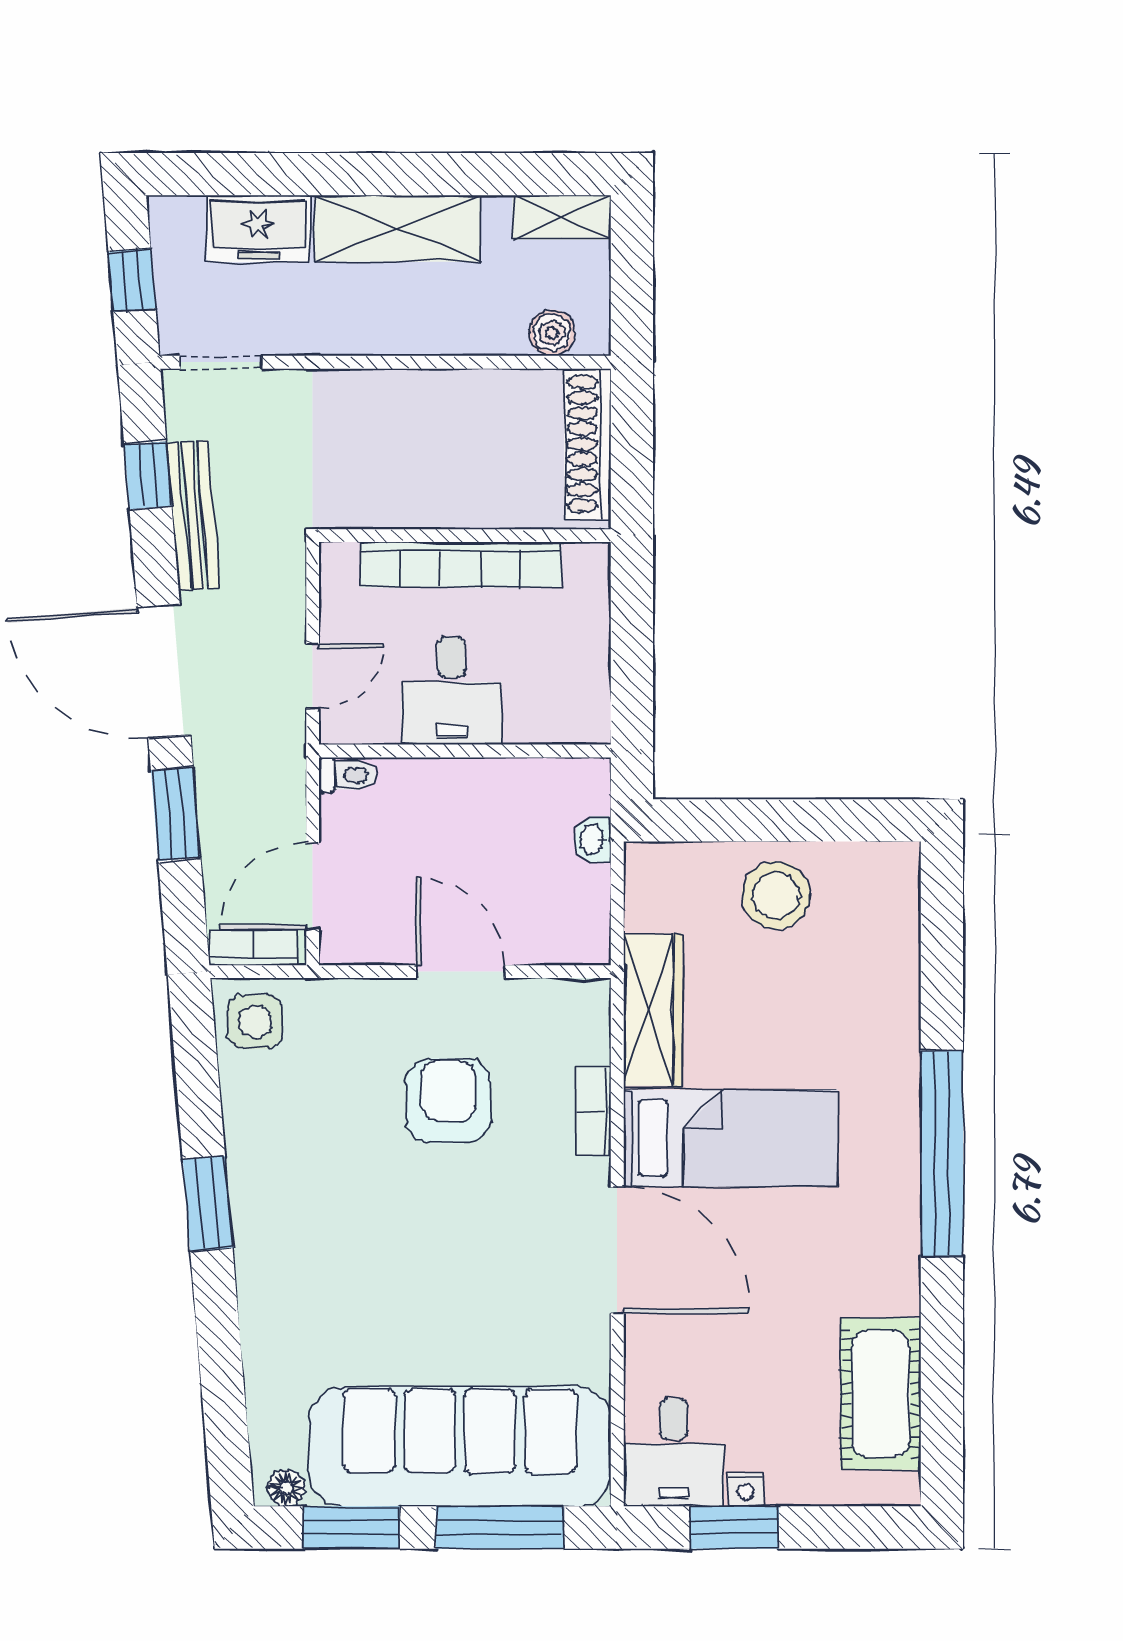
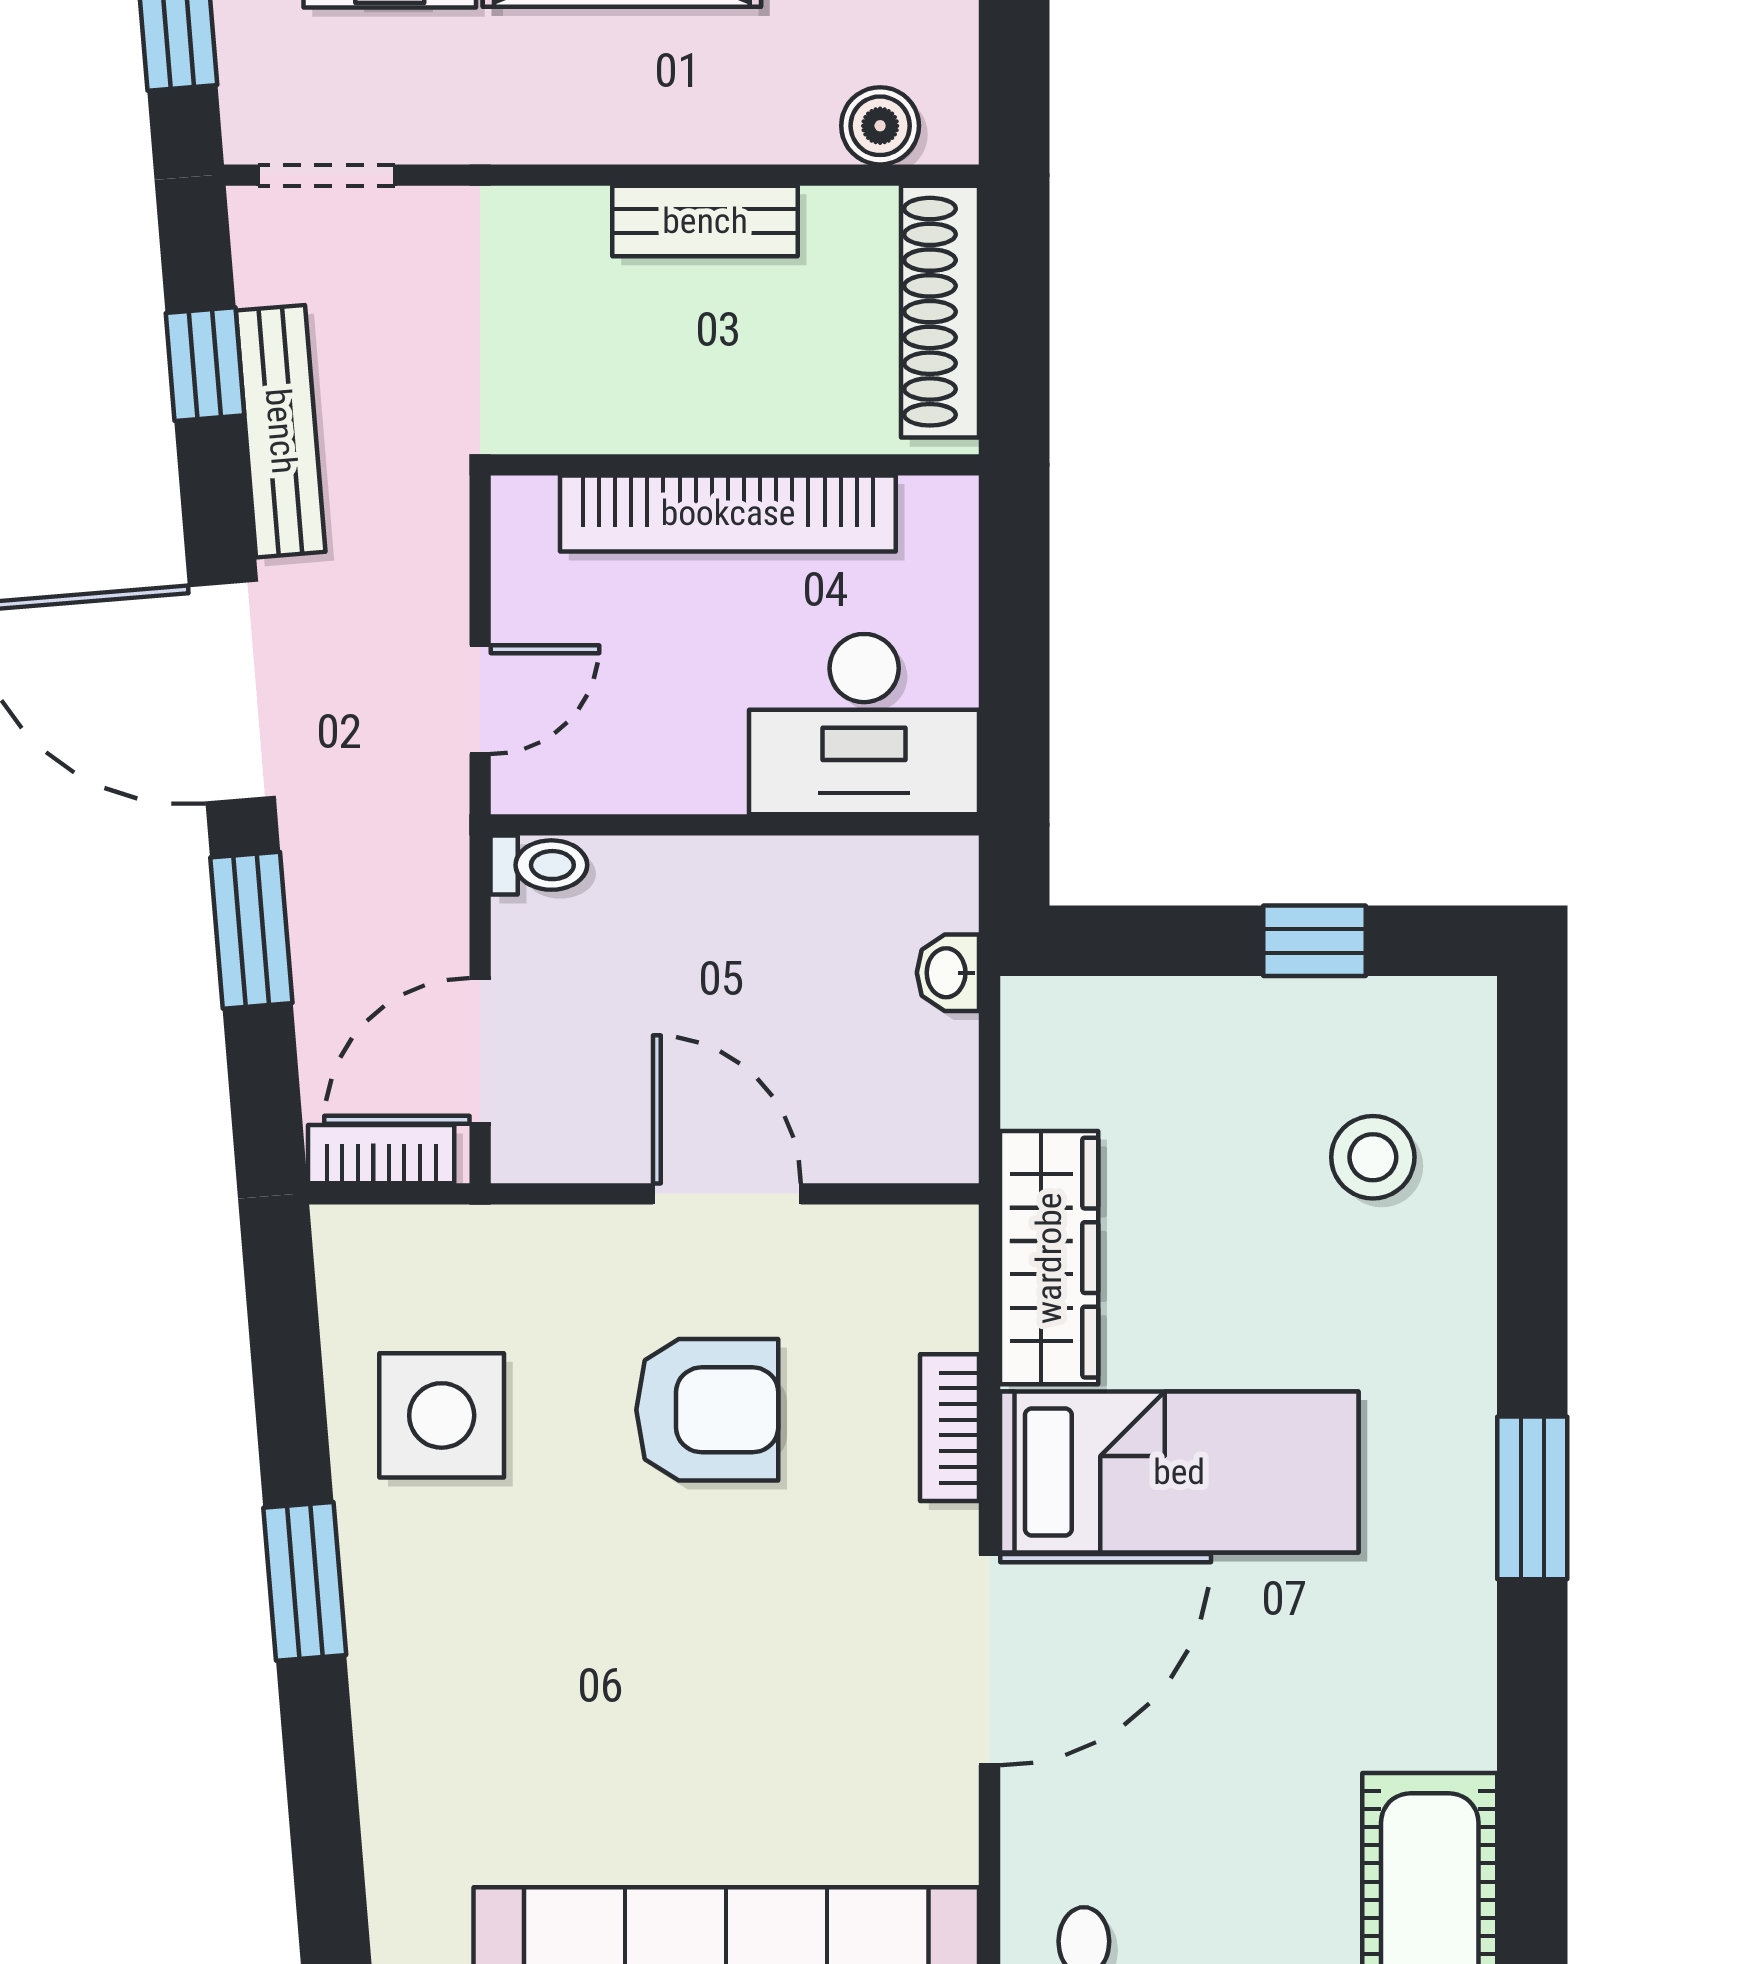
bench: (447, 390) -> (705, 221), added
desk: (452, 691) -> (864, 724), moved, width x1.37
window: (812, 820) -> (1315, 941), added
stool: (776, 895) -> (1373, 1157), moved, width x0.73, depth x0.73
side table: (255, 1022) -> (442, 1415), moved, width x1.37, depth x1.37
armchair: (448, 1101) -> (707, 1410), turned 90
window: (942, 1154) -> (1532, 1498), width x0.47
door: (617, 1250) -> (990, 1660), hinge flipped

